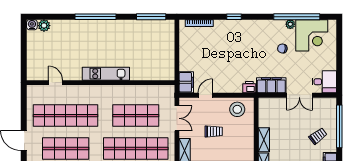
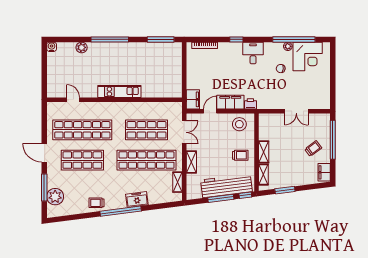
plant: (44, 26) -> (82, 47), moved
desk: (324, 82) -> (253, 53), moved, turned -90
filing cabinet: (271, 85) -> (230, 102), moved
trolley: (214, 131) -> (240, 155), moved

